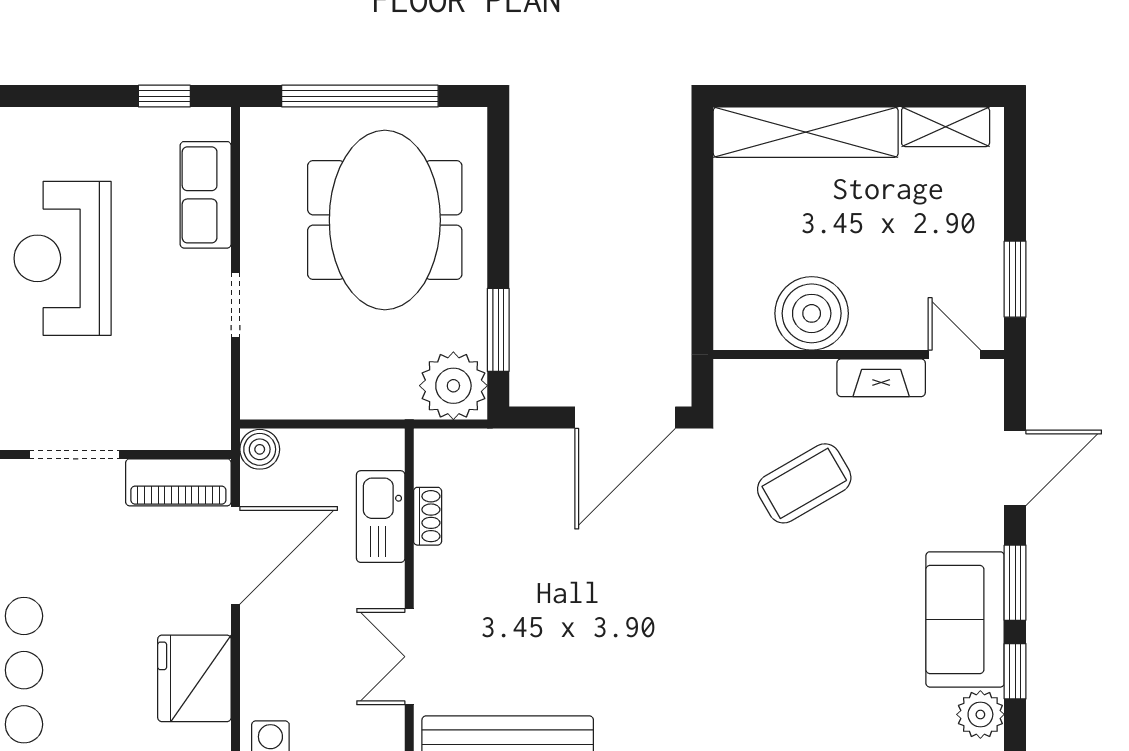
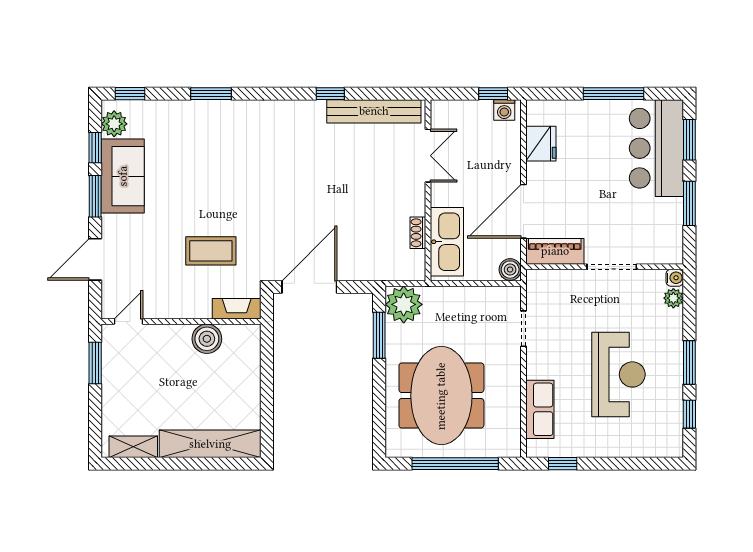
doorway: (235, 305) -> (523, 329), moved
boiler: (812, 313) -> (207, 339), width x0.73, depth x0.73
door: (954, 355) -> (128, 322), swing flipped
fireplace: (881, 378) -> (237, 309), moved
coffee table: (804, 483) -> (211, 251), turned 30
kitchen sink: (381, 517) -> (447, 242), width x1.36, depth x1.24
fridge: (194, 678) -> (541, 144), width x0.73, depth x0.75

